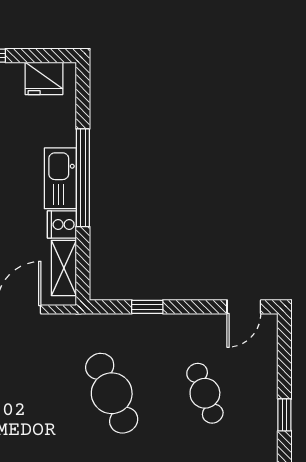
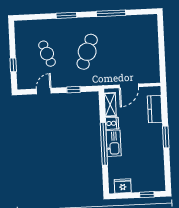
door: (244, 307) -> (44, 91), moved
cafe table: (112, 393) -> (87, 52), turned 45
window: (284, 415) -> (13, 65), moved

